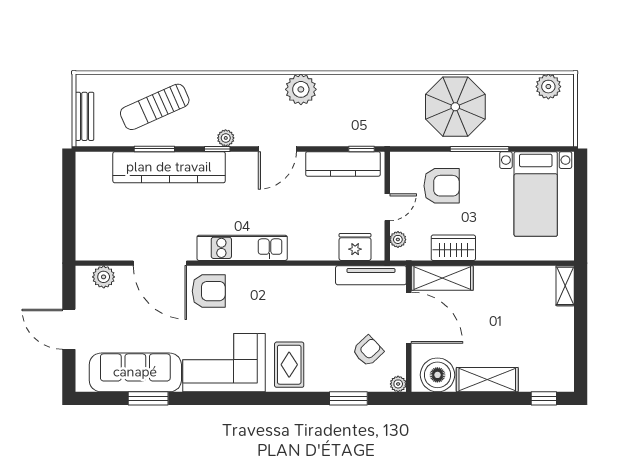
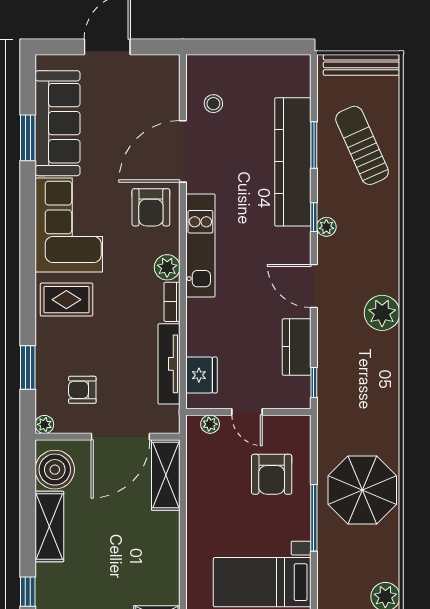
bench: (84, 116) -> (361, 65), width x1.36
kitchen counter: (343, 164) -> (297, 347), width x0.67
stool: (118, 237) -> (213, 104), added
wardrobe: (453, 248) -> (201, 488), removed
bookcase: (291, 273) -> (172, 302), added
tv unit: (371, 275) -> (169, 364), moved
plant: (104, 277) -> (167, 267), moved
armchair: (368, 351) -> (82, 390), turned 133

